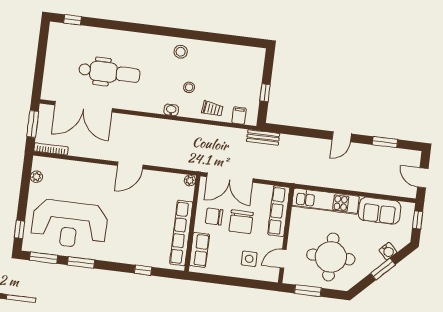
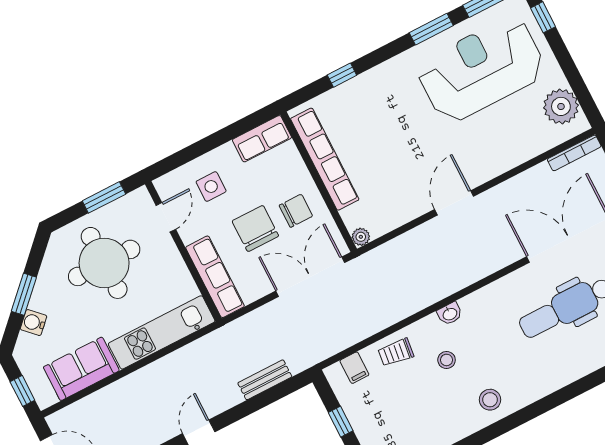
bench: (263, 137) -> (265, 380), moved
plant: (36, 177) -> (561, 106), width x1.87, depth x1.87
row of seats: (199, 250) -> (262, 139), moved, turned -90

